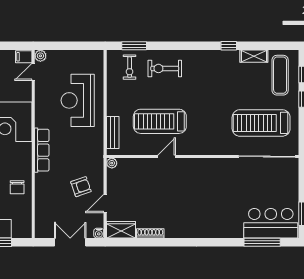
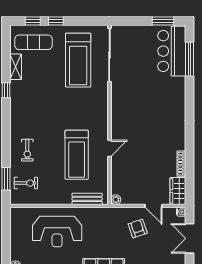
exercise bike: (165, 68) -> (27, 150), width x0.73, depth x0.72
door: (167, 156) -> (109, 148), swing flipped

